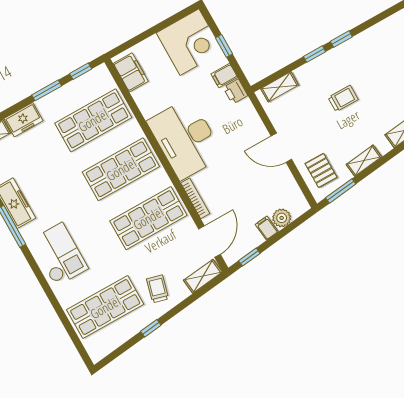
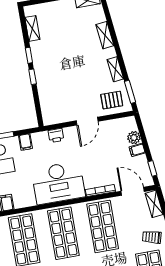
shelving: (280, 87) -> (32, 28), moved
printer: (235, 91) -> (56, 135), moved
trolley: (343, 99) -> (69, 68), removed

